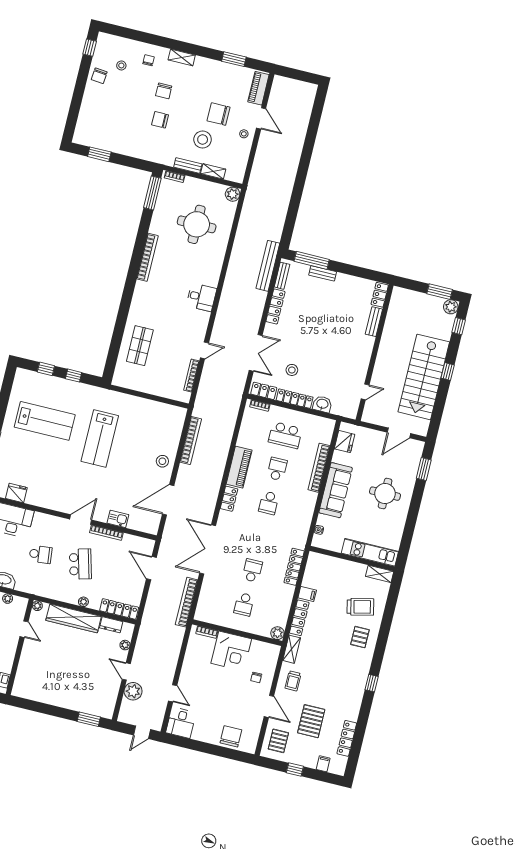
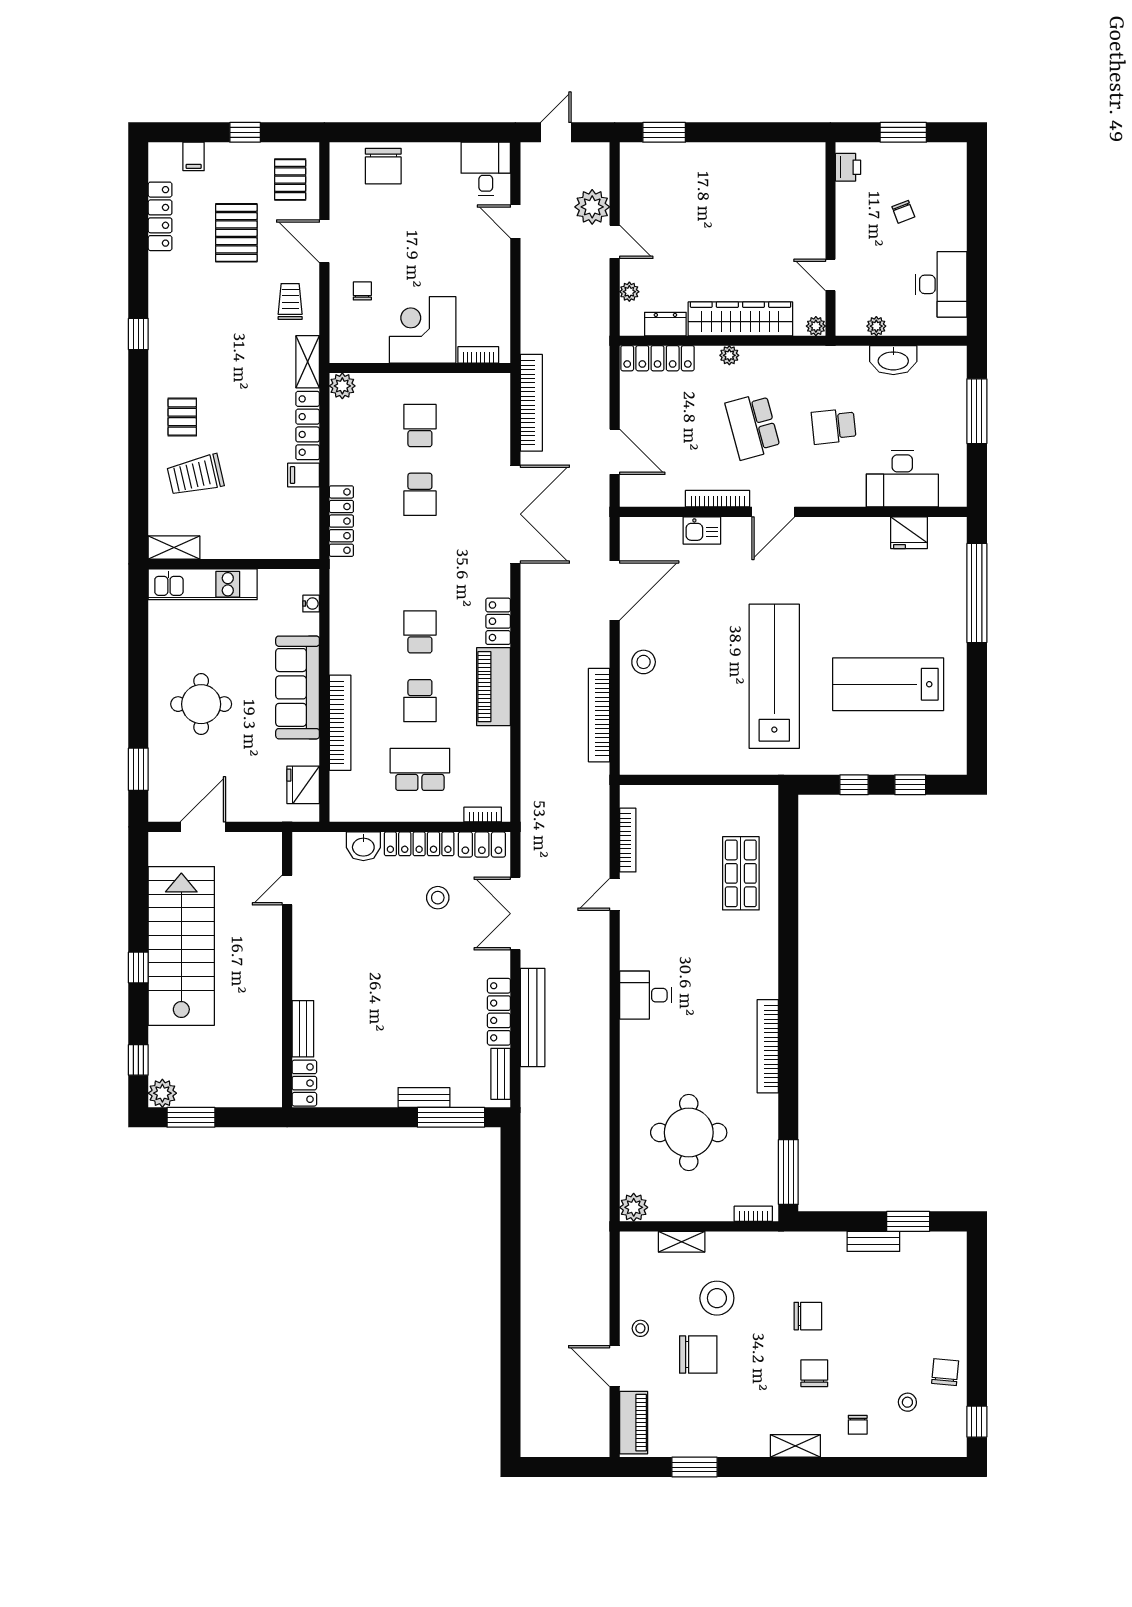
bench: (188, 165) -> (873, 1241), moved
bench: (268, 266) -> (533, 1017), moved
lab bench: (100, 439) -> (774, 676), width x1.36

